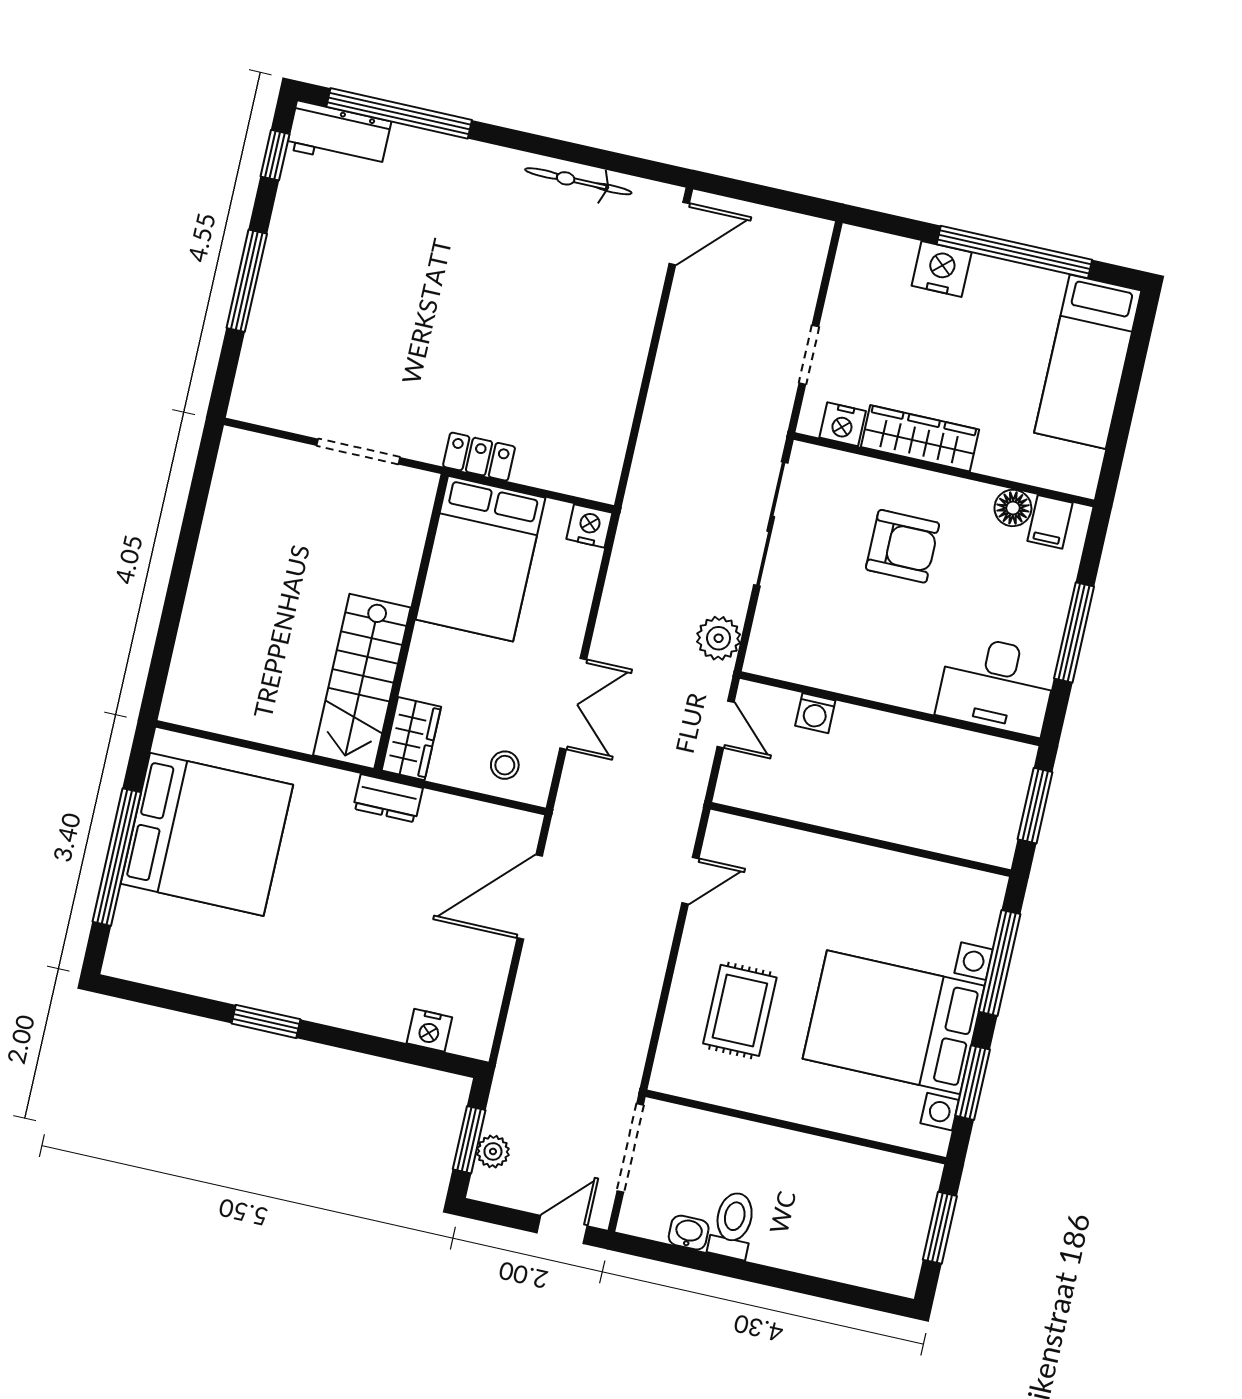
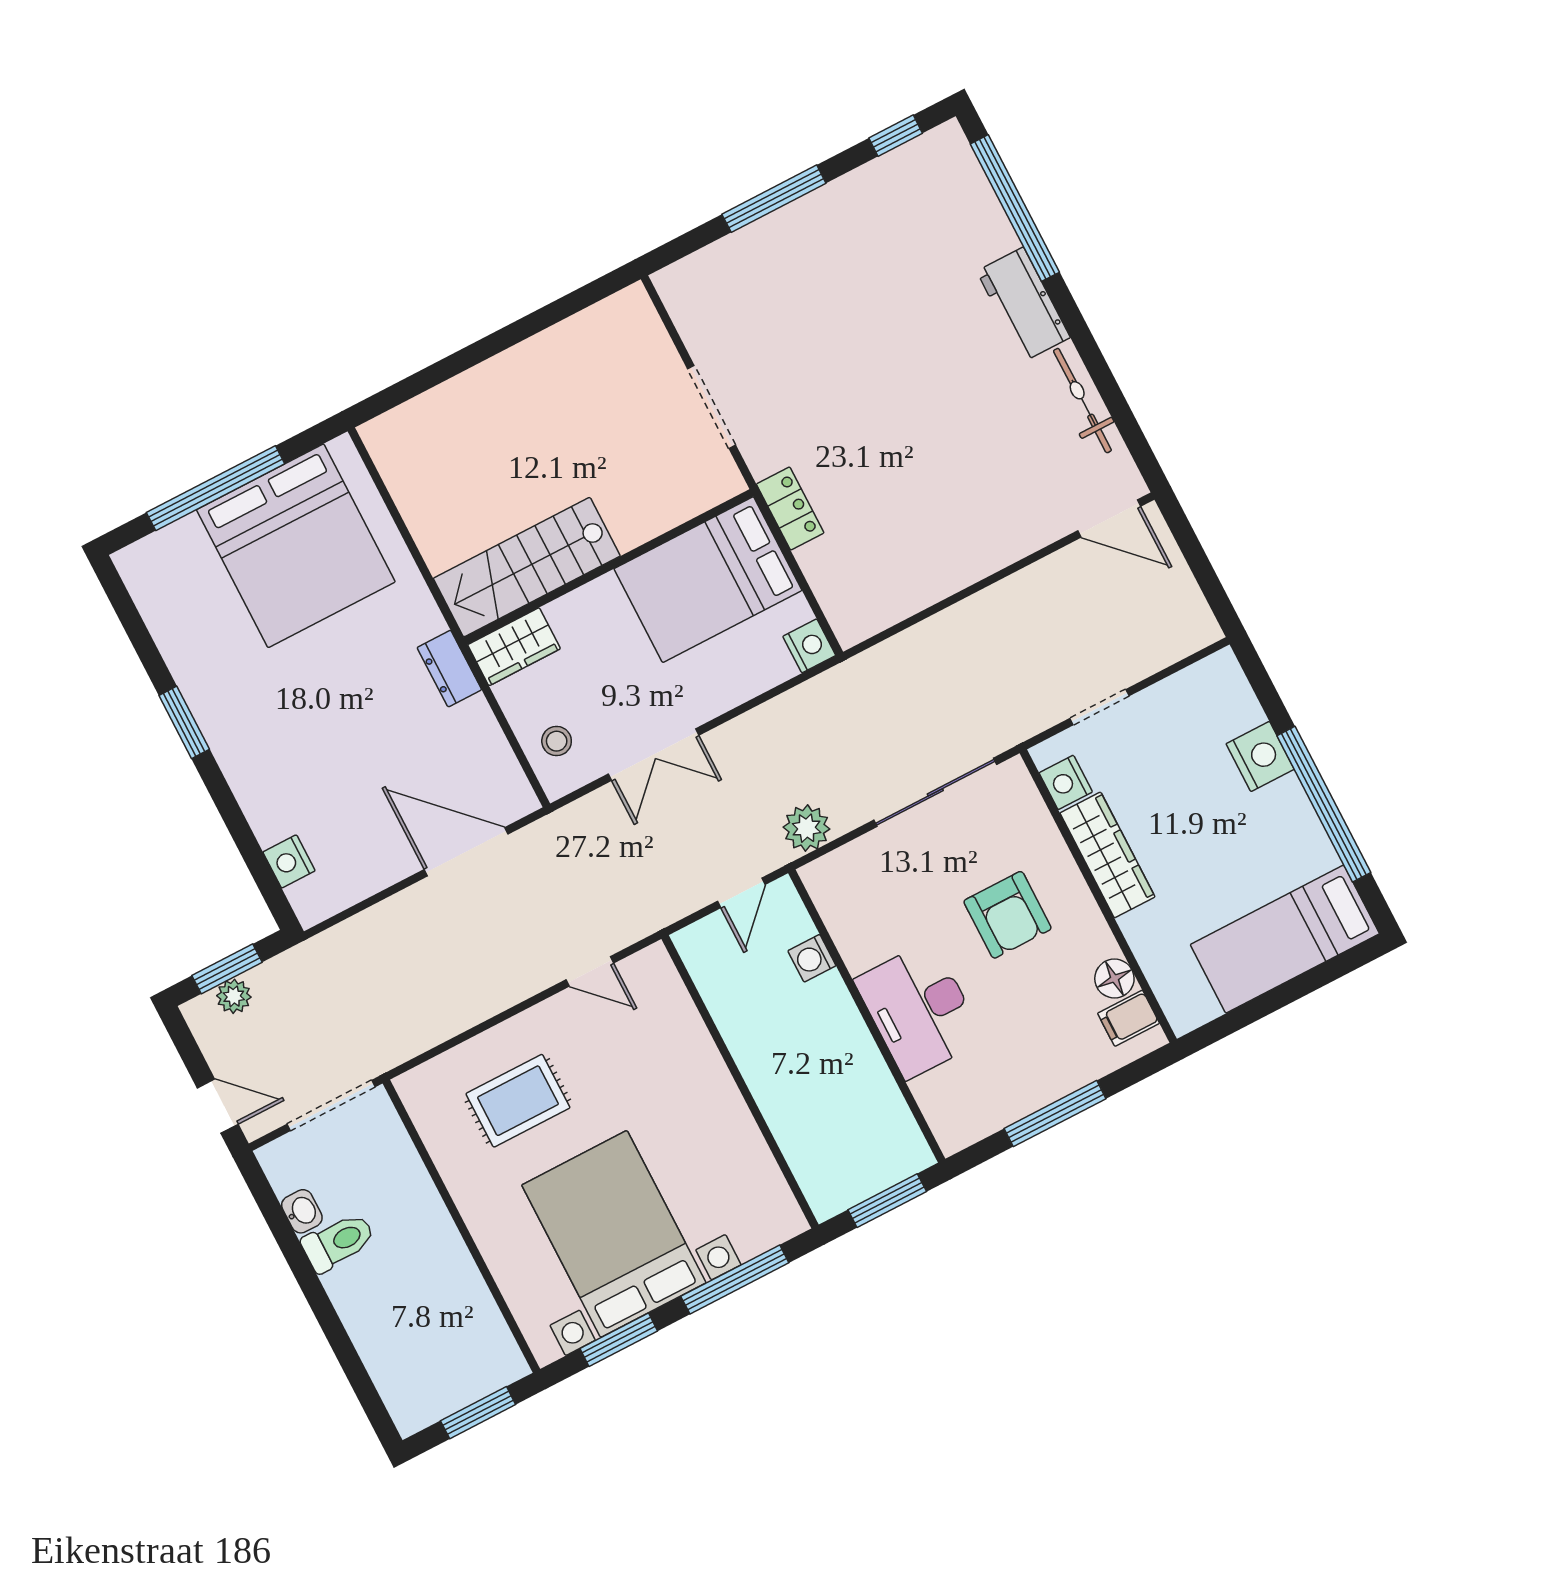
workbench: (339, 135) -> (1023, 304), moved
desk: (997, 685) -> (919, 1010), moved

